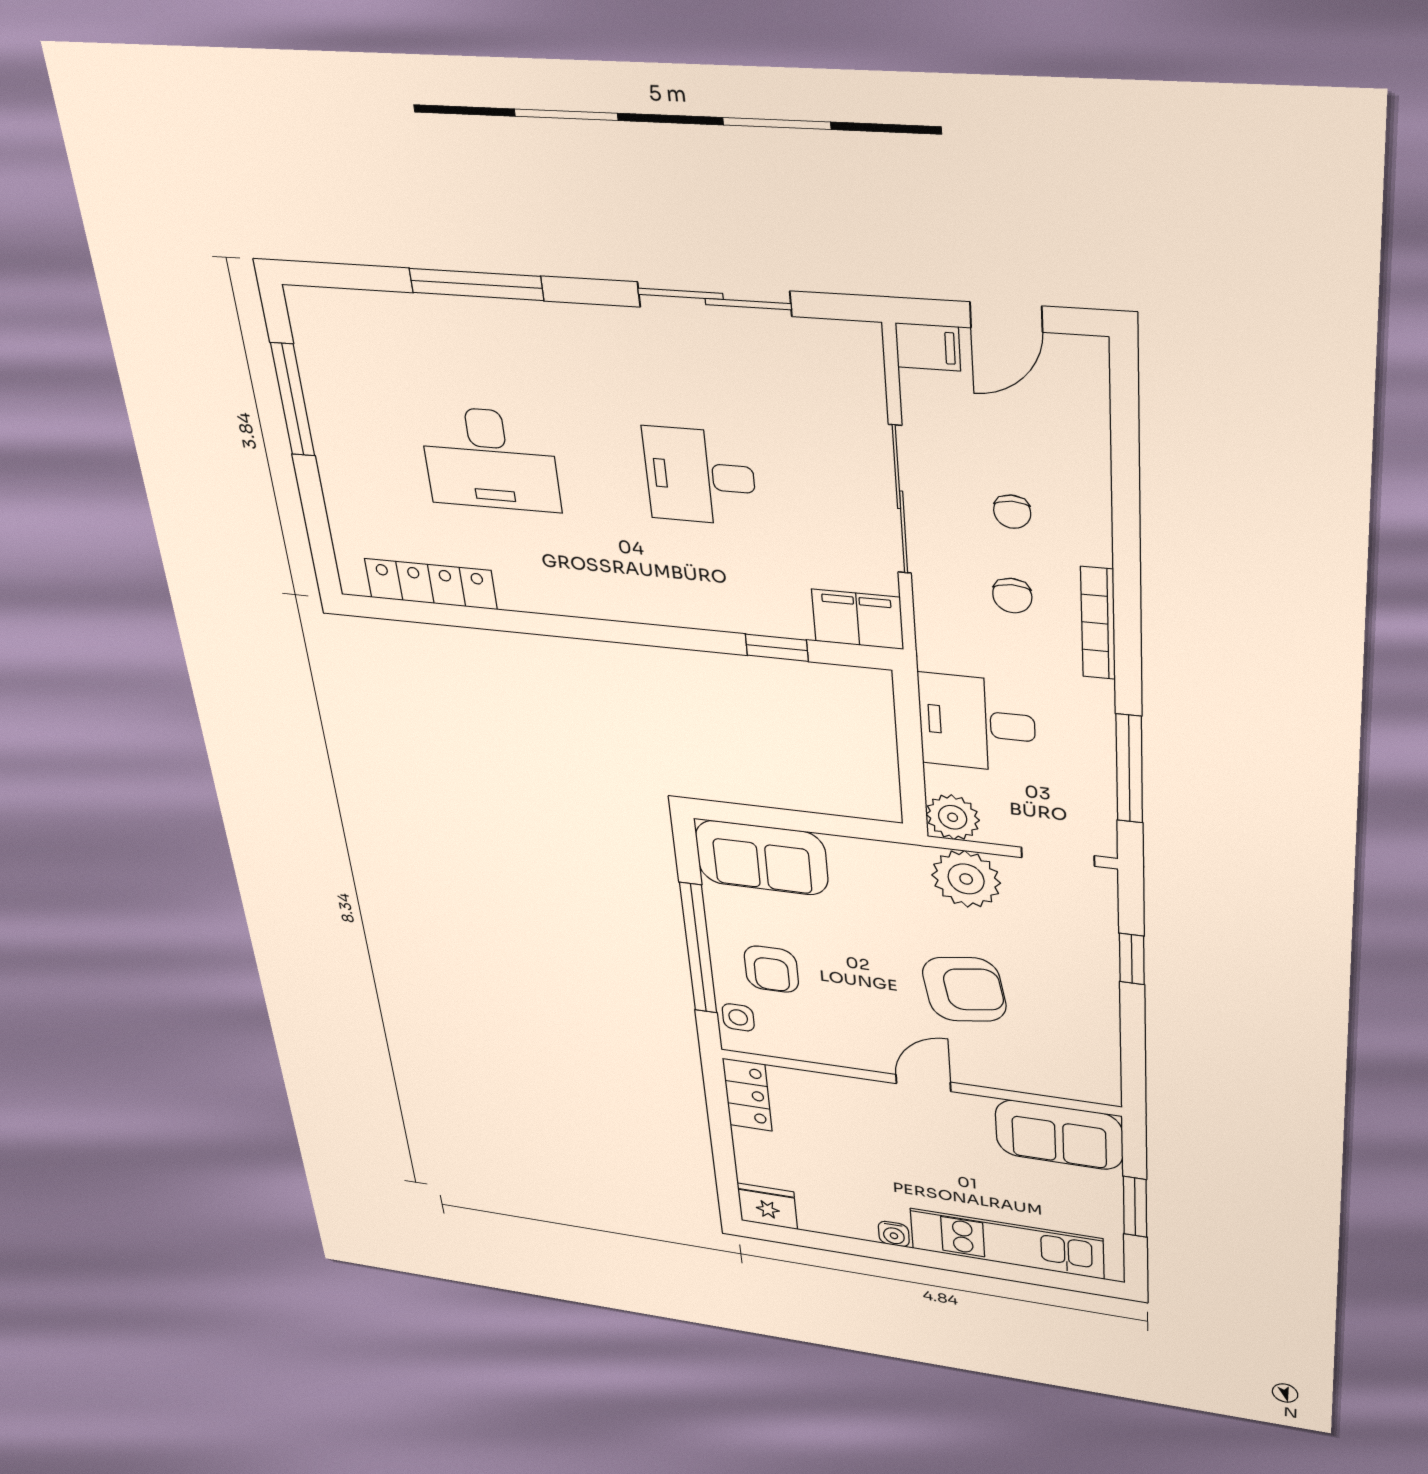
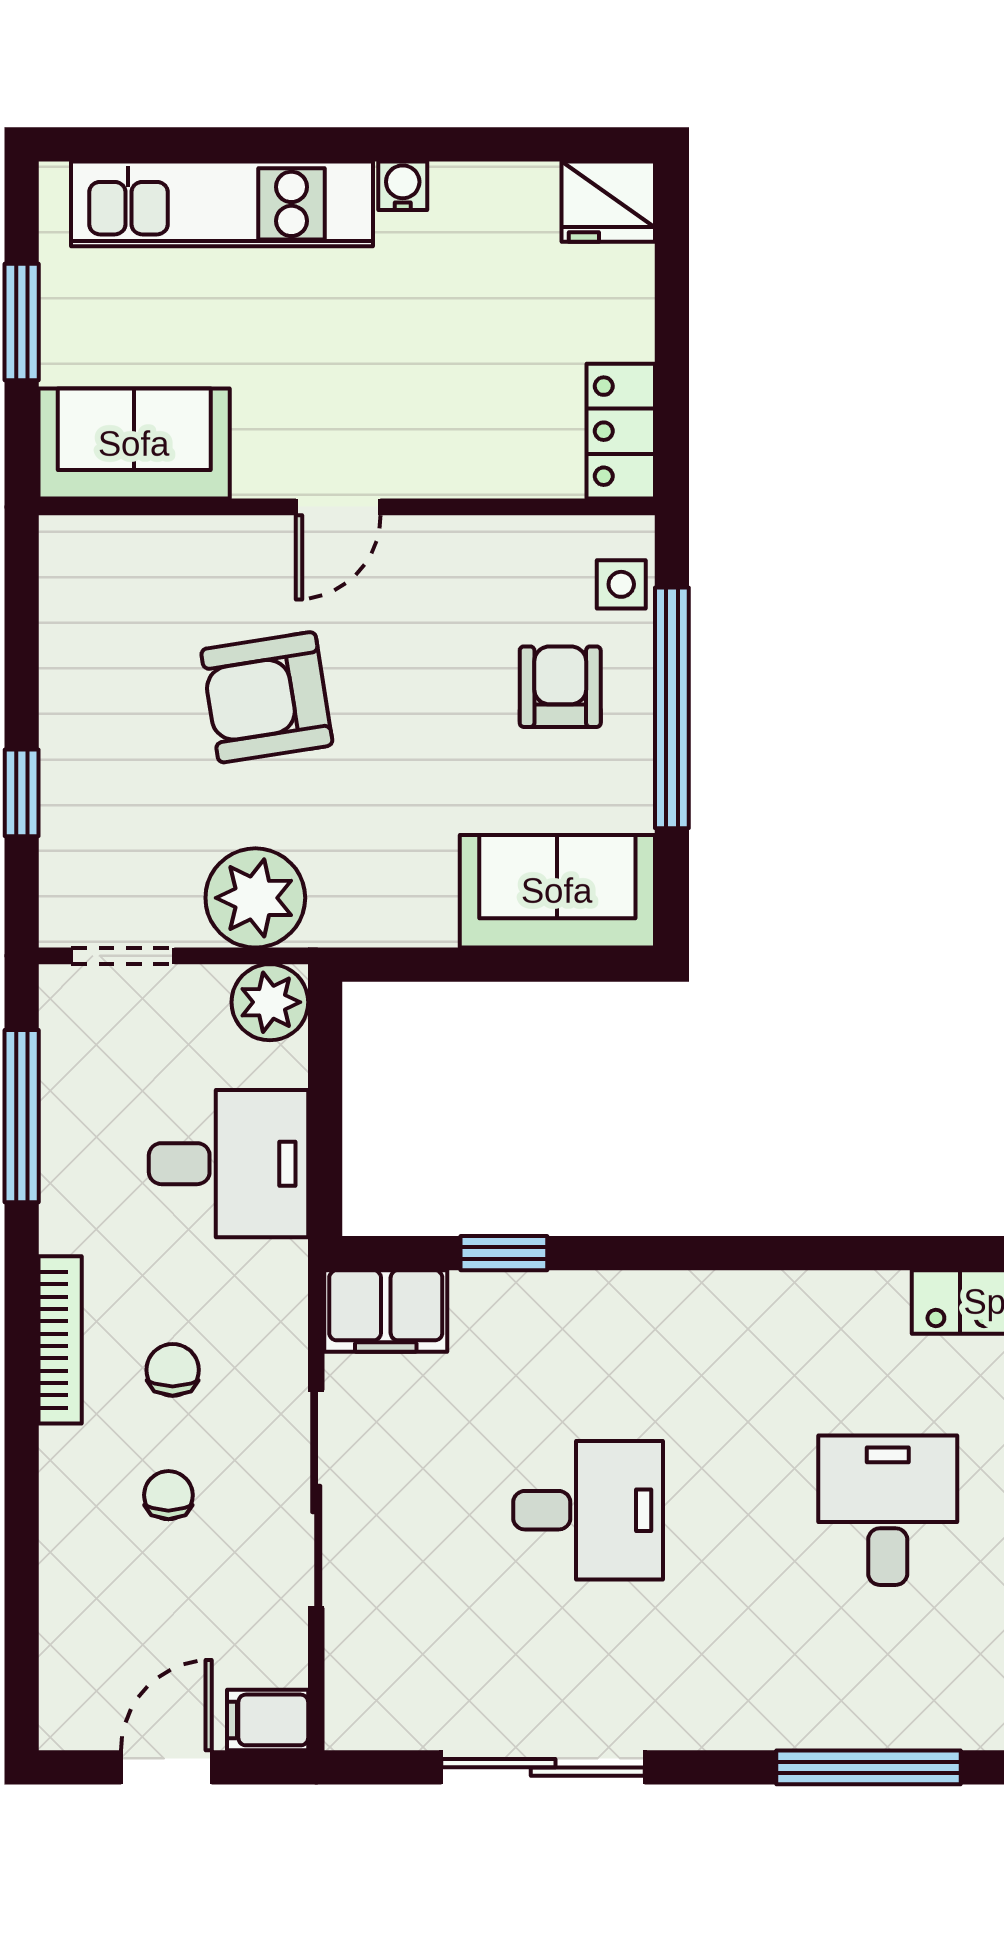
desk: (490, 459) -> (888, 1510), width x0.73

